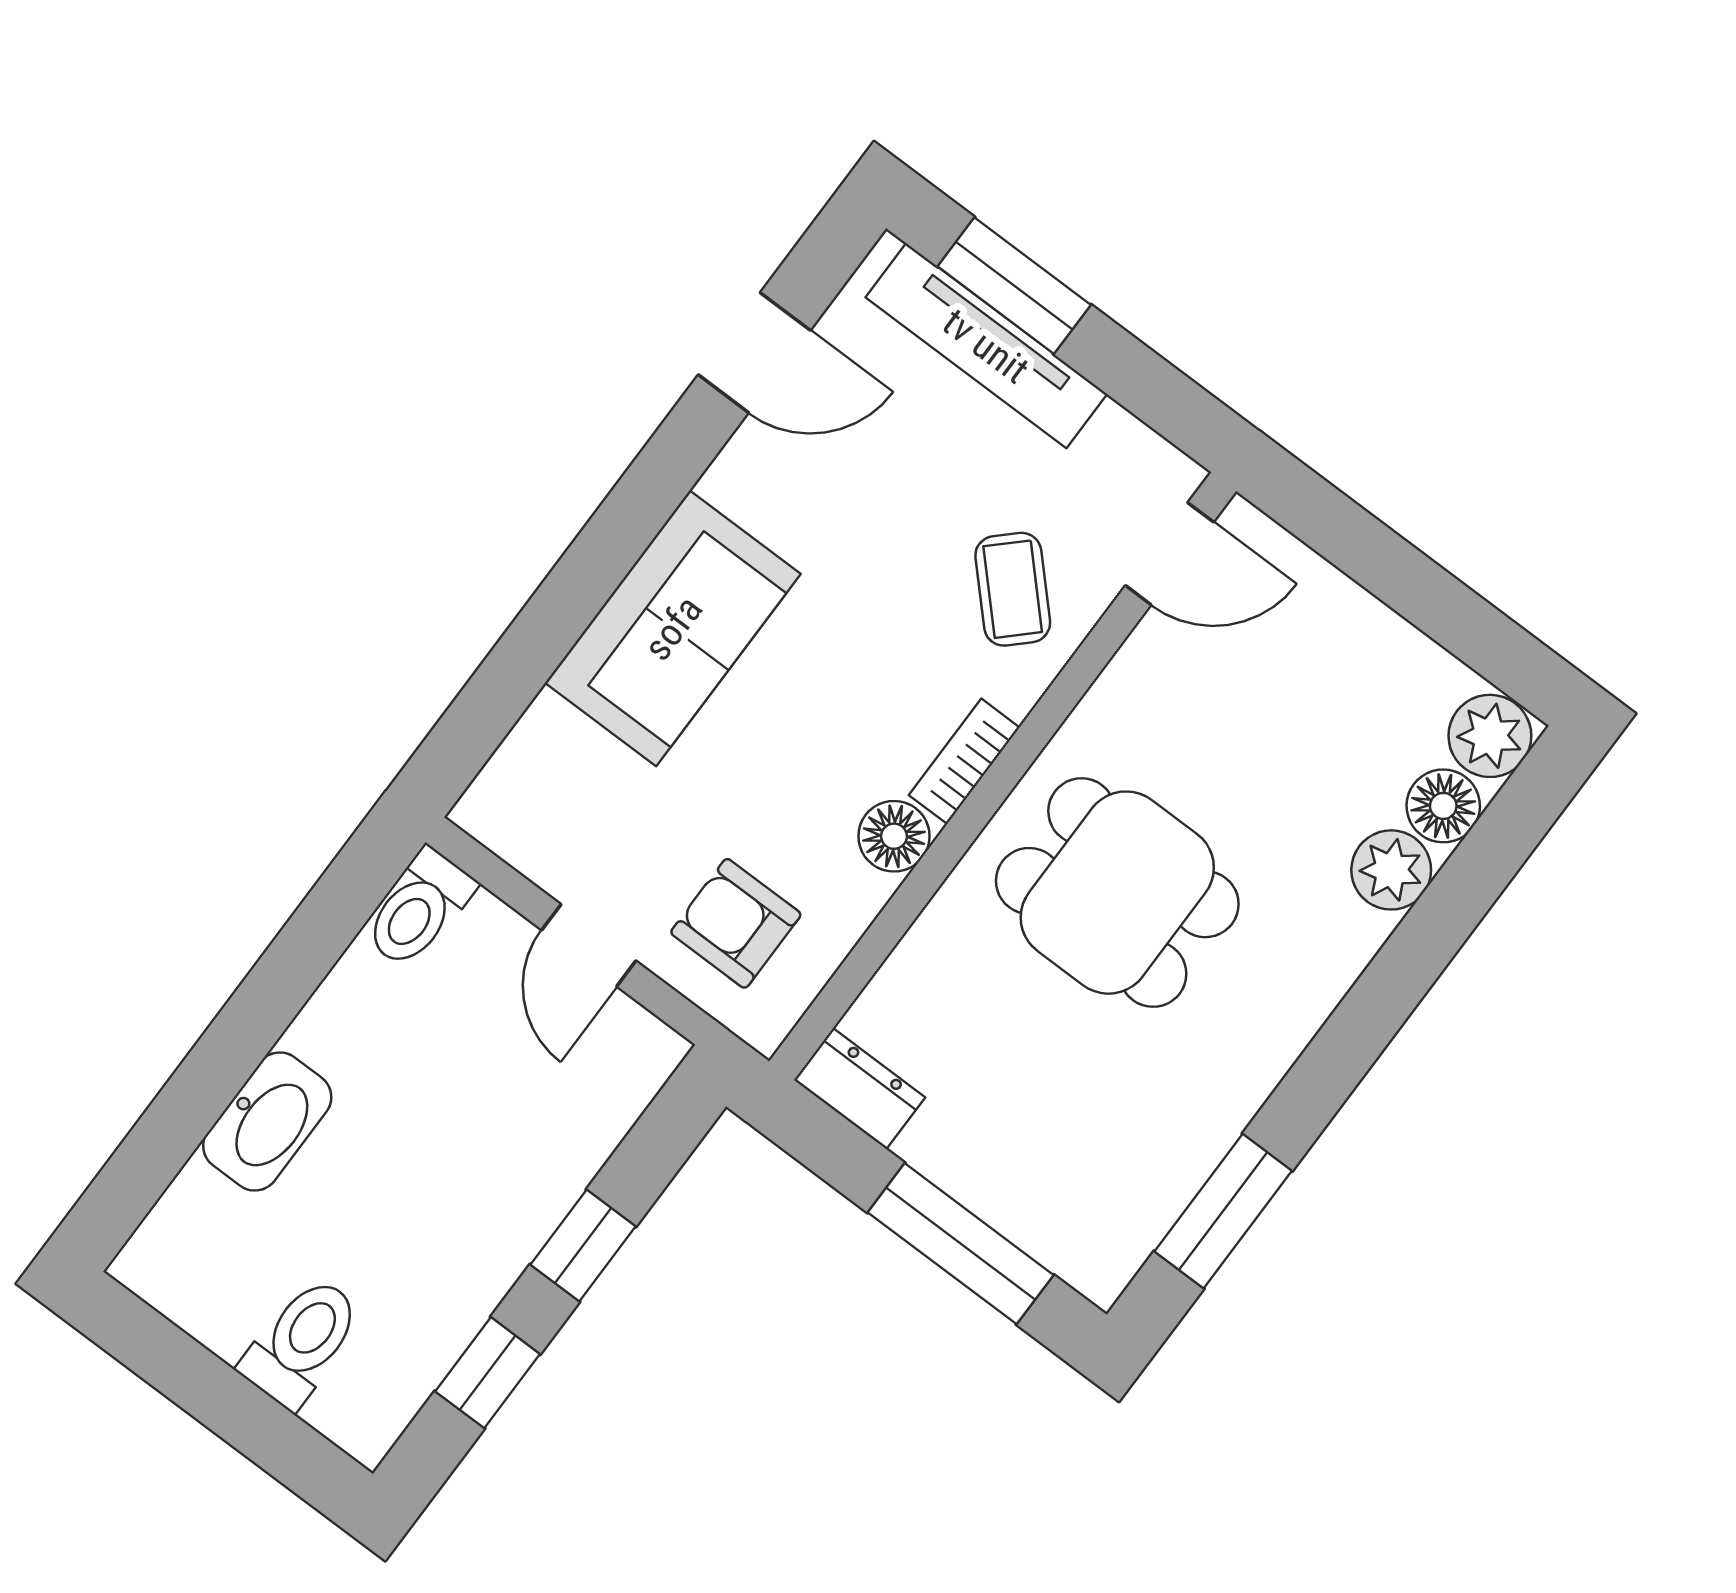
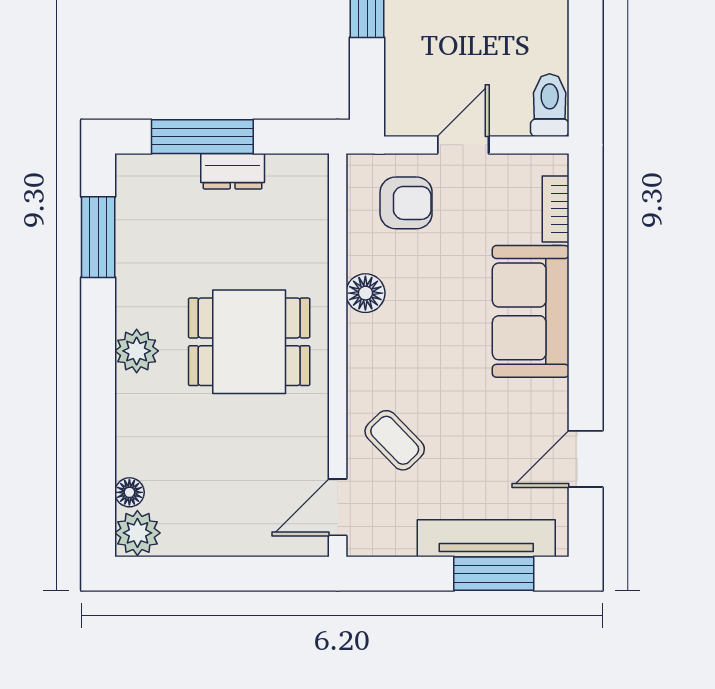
bookcase: (964, 761) -> (556, 209), moved, turned 180
floor lamp: (1443, 806) -> (129, 492), width x0.73, depth x0.73
plant: (1391, 870) -> (137, 351), moved
door: (589, 945) -> (463, 145), hinge flipped
dresser: (860, 1089) -> (233, 171), moved

